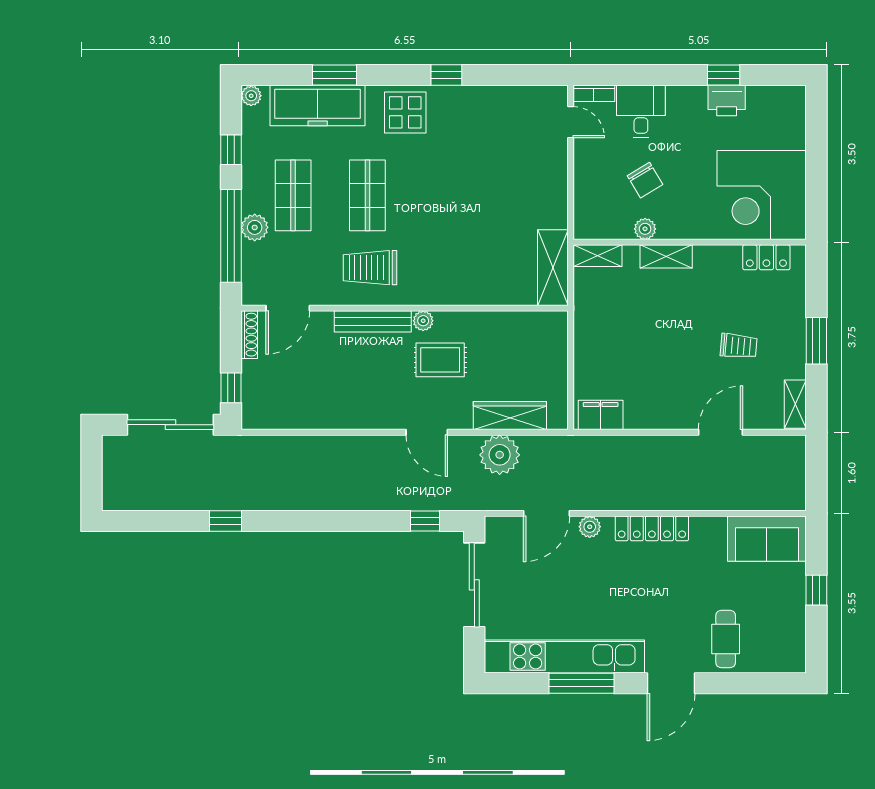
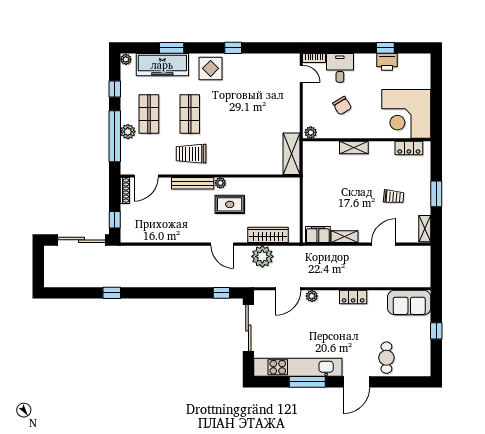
plant: (645, 229) -> (311, 132), moved
shelving: (598, 256) -> (345, 237), moved
locker: (652, 528) -> (353, 297), width x0.66

